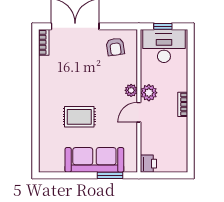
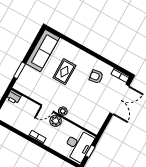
armchair: (115, 47) -> (96, 77), moved
door: (139, 112) -> (47, 108), swing flipped
sofa: (94, 160) -> (43, 51), moved

